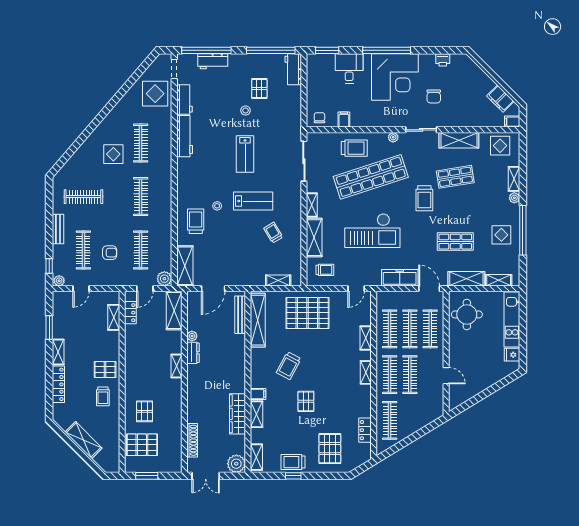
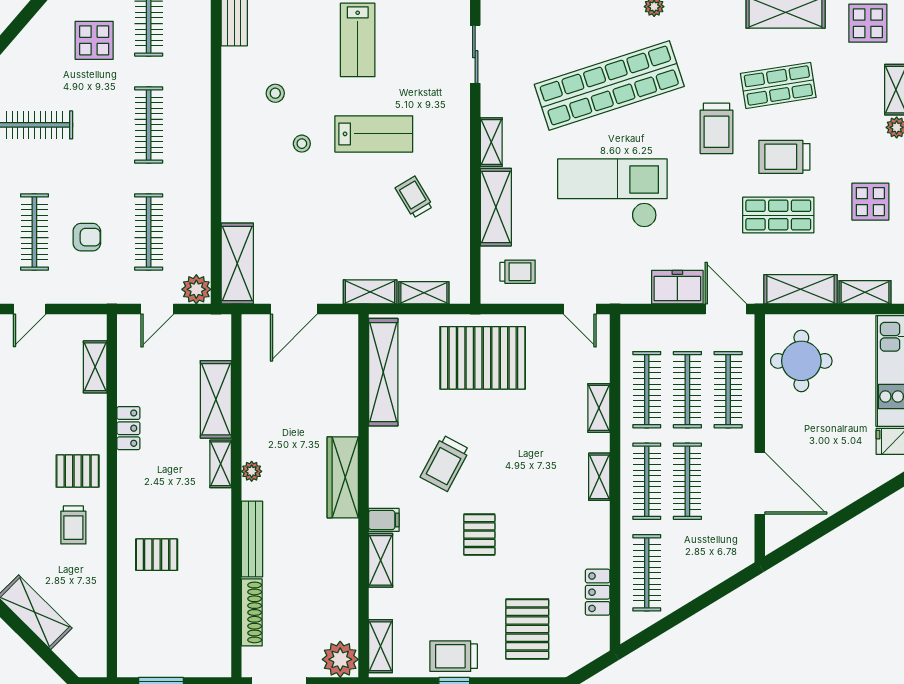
trolley: (354, 148) -> (784, 157), moved, turned 180
sliding door: (304, 161) -> (475, 54), width x0.73
stool: (204, 181) -> (275, 93), added
trolley: (196, 221) -> (259, 174), removed
checkout: (372, 231) -> (612, 193), turned 180
freezer: (400, 278) -> (677, 287), width x0.71
shelving: (251, 280) -> (370, 292), added
door: (356, 289) -> (580, 309), hinge flipped
shelving: (174, 310) -> (216, 399), moved
locker: (130, 313) -> (128, 428), moved
bench: (240, 315) -> (252, 539), moved
plant: (192, 336) -> (252, 471), moved
dresser: (193, 353) -> (254, 438), removed
door: (446, 376) -> (760, 483), width x1.88
pallet: (145, 411) -> (157, 555), turned 90
wardrobe: (238, 414) -> (343, 477), moved
pallet: (142, 445) -> (151, 621), removed

